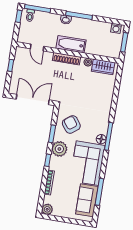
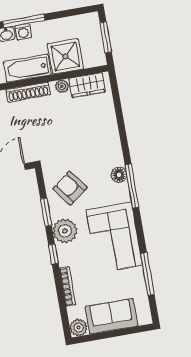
washing machine: (116, 28) -> (23, 32), moved
shower: (96, 45) -> (65, 56), added
floor lamp: (101, 139) -> (119, 175), moved
sofa: (87, 200) -> (111, 316), moved, turned 90

